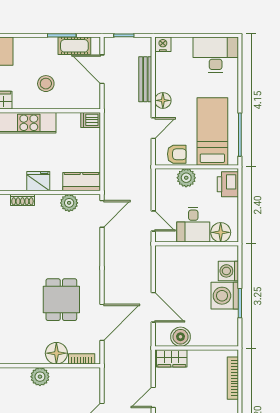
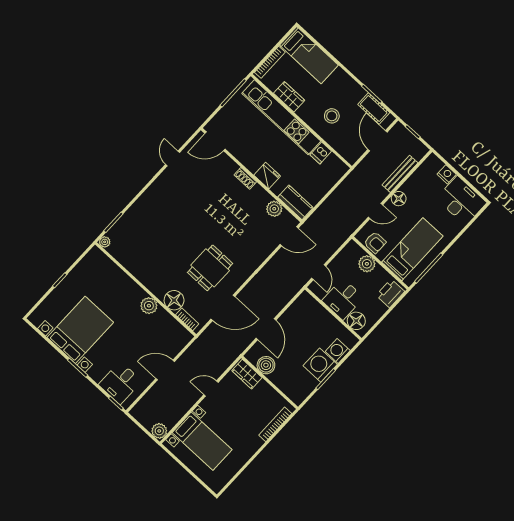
nightstand: (163, 44) -> (447, 174), moved
dishwasher: (91, 120) -> (321, 153), moved, turned -90

